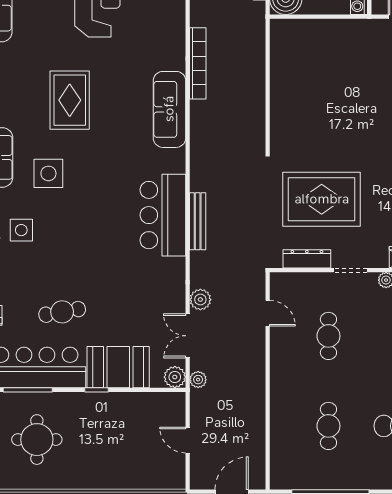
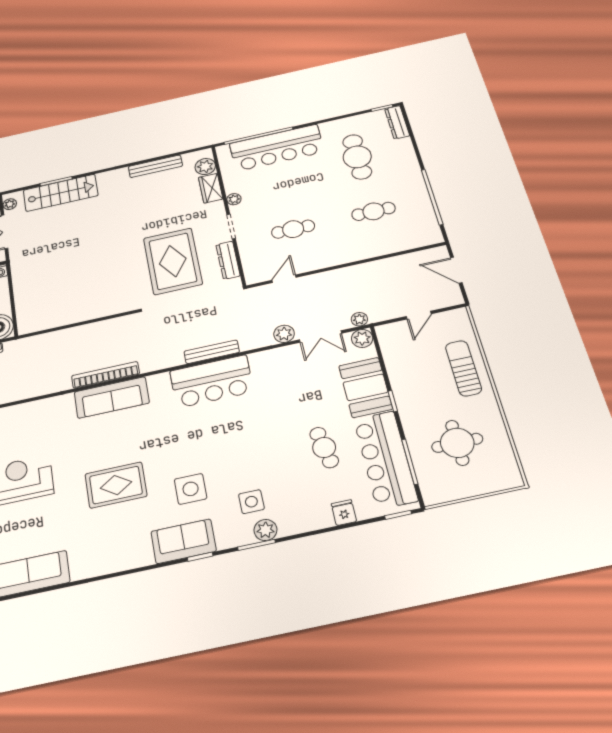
bookcase: (198, 63) -> (106, 375), moved
sun lounger: (116, 467) -> (463, 368), added

